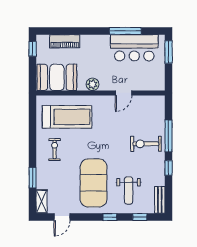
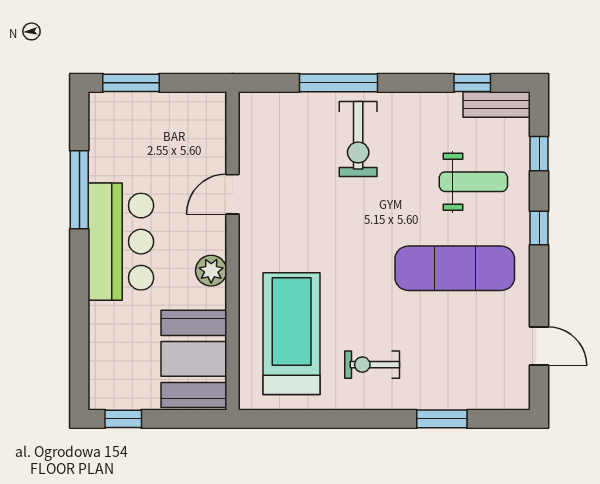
piano: (65, 41) -> (105, 340), removed
bar counter: (134, 48) -> (121, 242), moved
door: (124, 93) -> (233, 194), swing flipped
window: (169, 168) -> (472, 83), moved
exercise mat: (94, 183) -> (455, 268), width x0.68
shelving: (42, 201) -> (501, 397), removed

